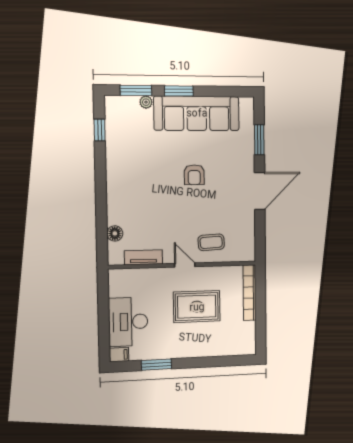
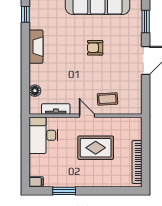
fireplace: (115, 174) -> (36, 47), added
armchair: (194, 175) -> (95, 48), turned 90
bookcase: (250, 293) -> (137, 162), moved
desk: (128, 322) -> (43, 135), moved

